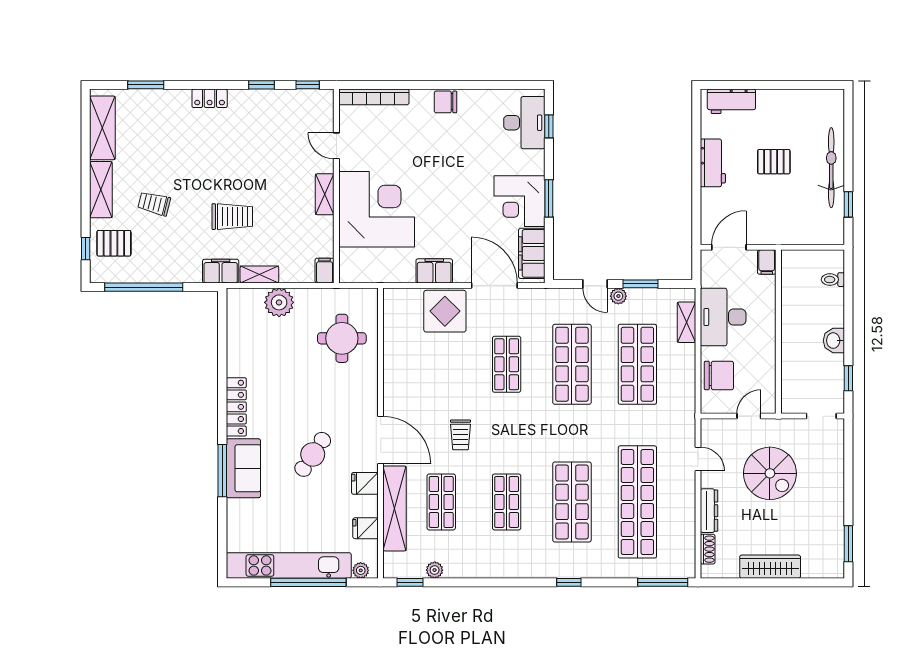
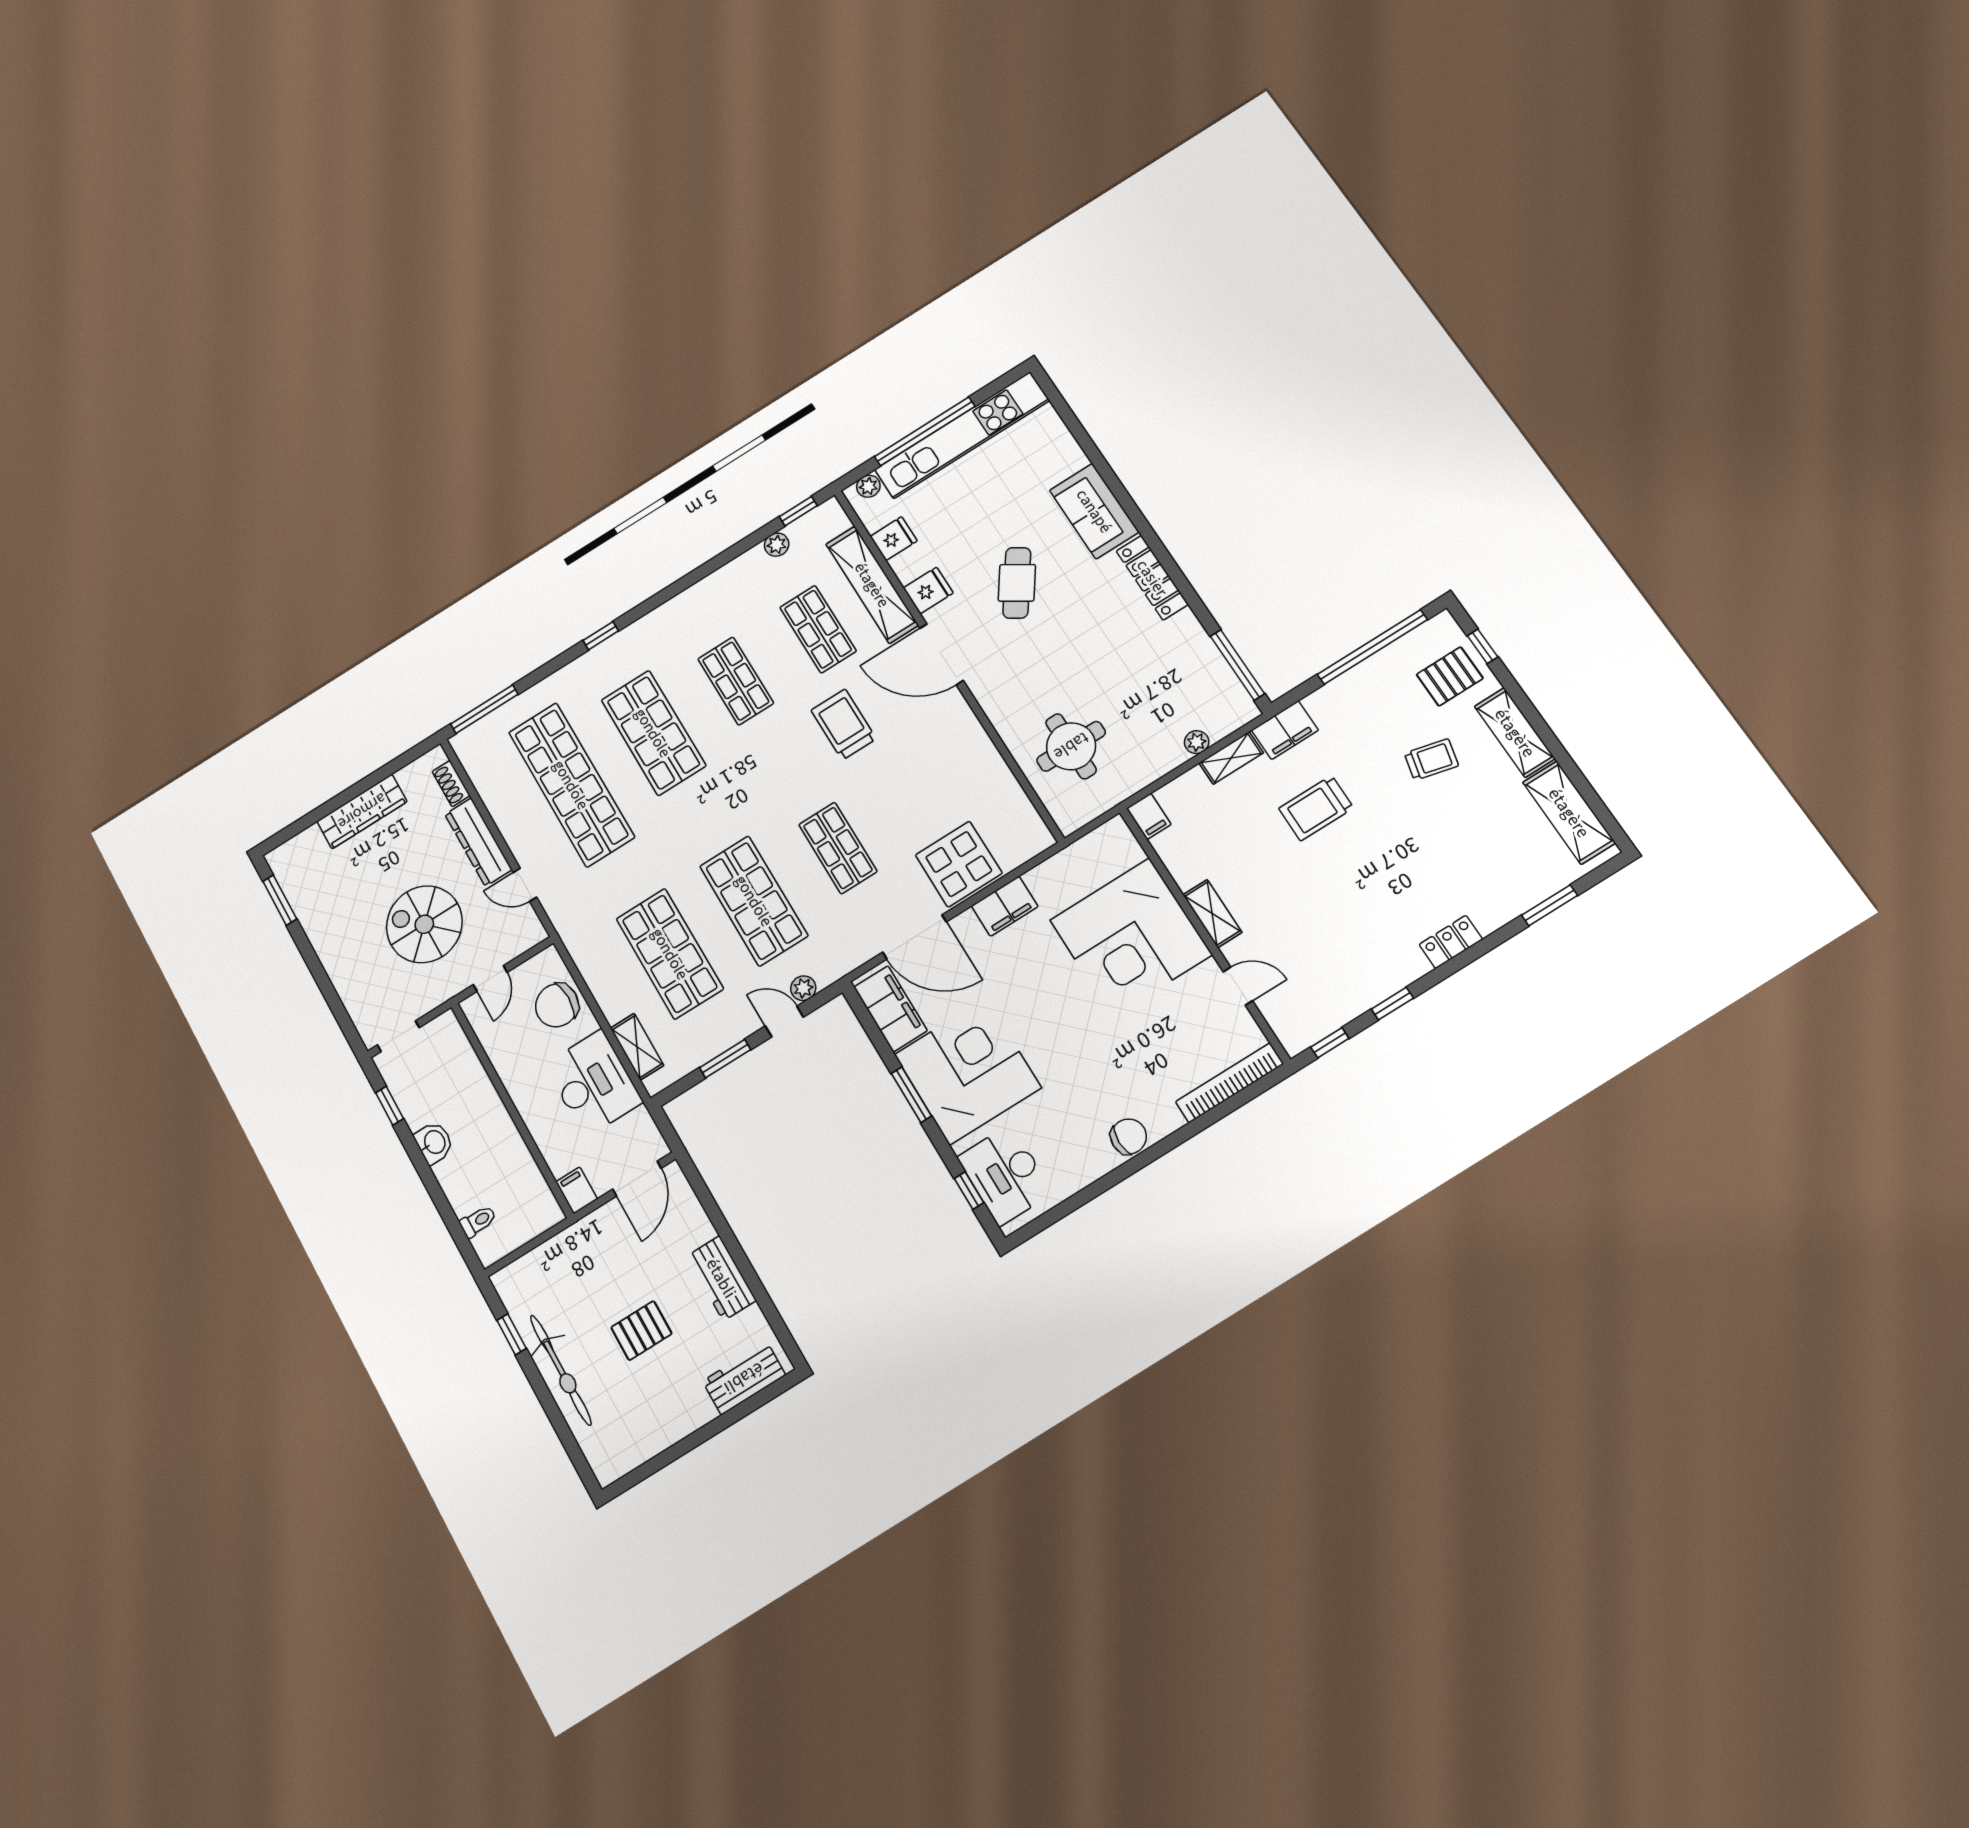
corner desk: (519, 201) -> (968, 1071), width x1.36, depth x1.36
plant: (618, 296) -> (803, 988), moved
plant: (279, 302) -> (1197, 742), width x0.53, depth x0.53
trolley: (460, 435) -> (844, 724), width x1.36, depth x1.39
window: (222, 471) -> (1237, 665), moved
dresser: (709, 511) -> (478, 842), width x1.37, depth x1.24

